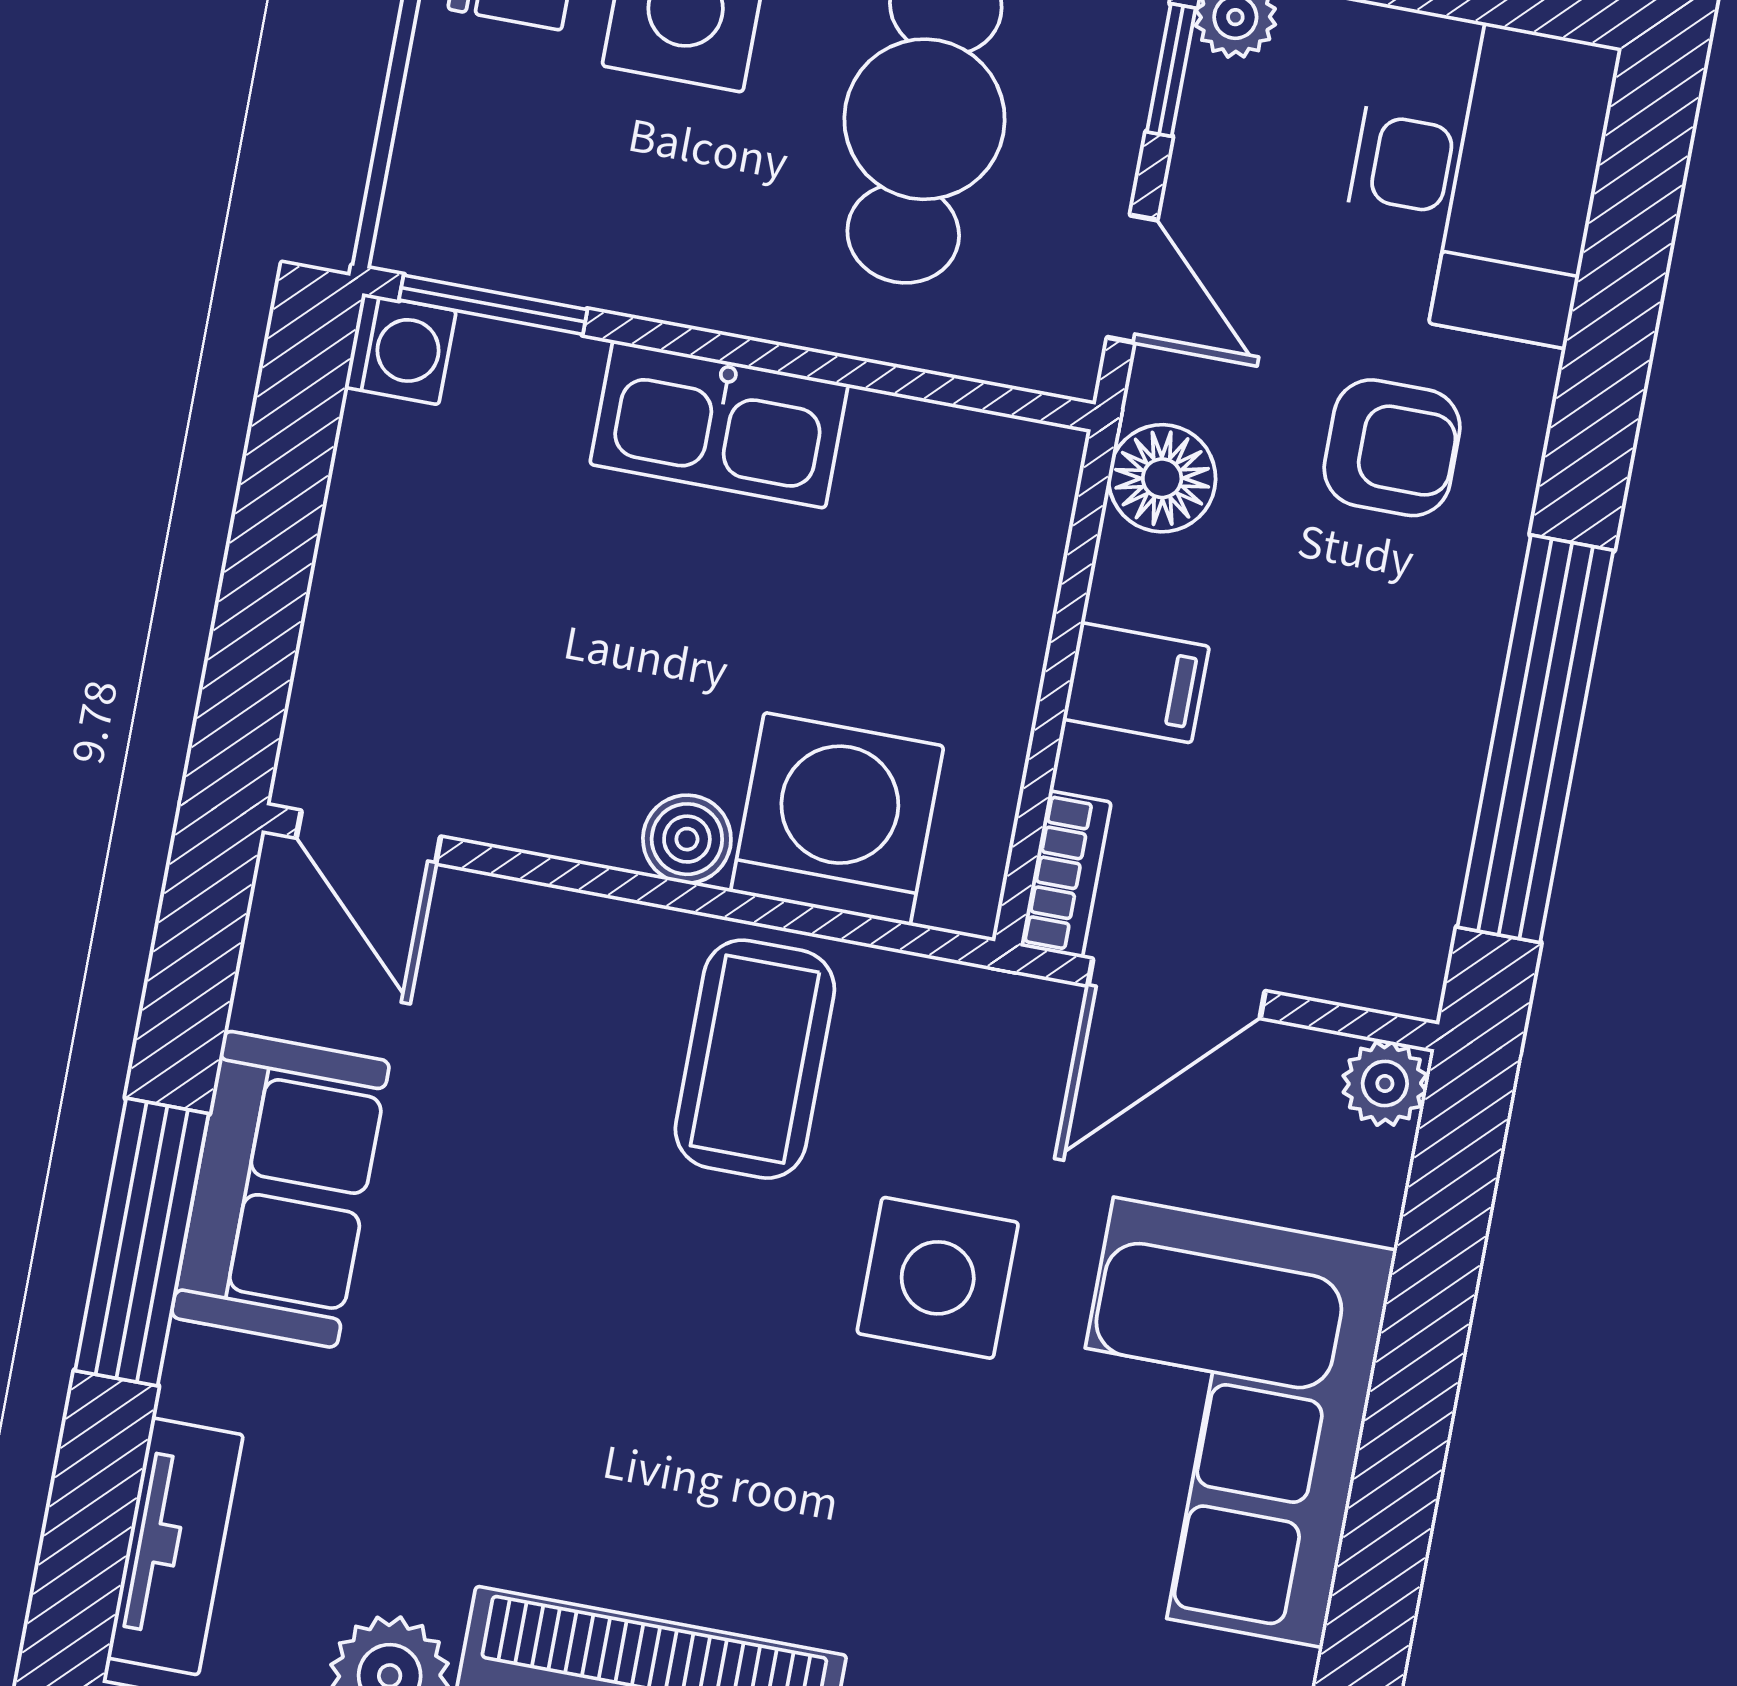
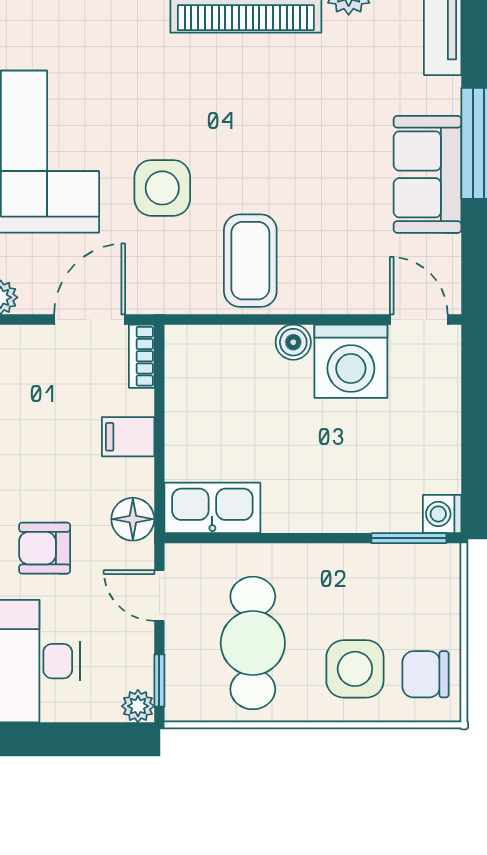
kitchen sink: (719, 424) -> (212, 508), moved
washing machine: (837, 819) -> (351, 361), moved

